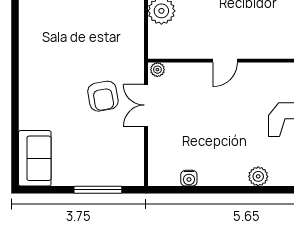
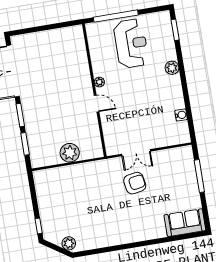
plant: (157, 70) -> (99, 82), moved

